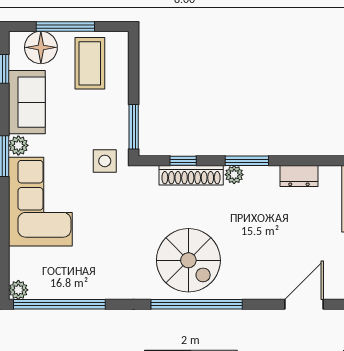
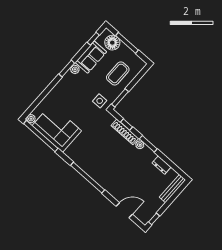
coffee table: (90, 63) -> (118, 73), moved
corner sofa: (40, 202) -> (57, 128), moved, turned -90
spiral stairs: (188, 260) -> (98, 160), removed

